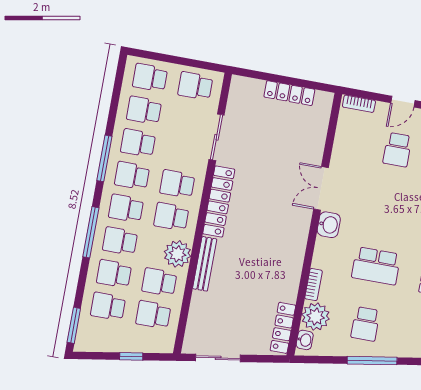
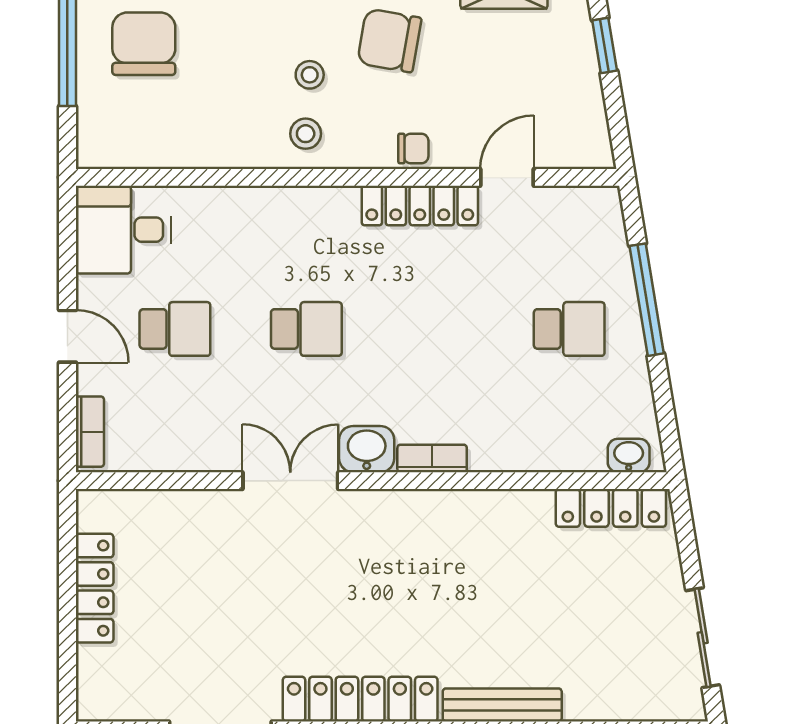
double door: (321, 188) -> (290, 481), swing flipped
school desk: (376, 266) -> (306, 329), moved, width x0.54
bookcase: (313, 285) -> (432, 458), moved
plant: (316, 317) -> (573, 441), removed

